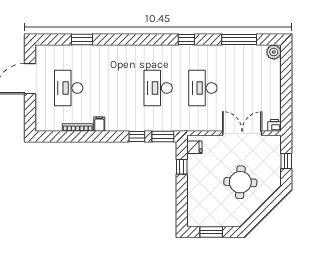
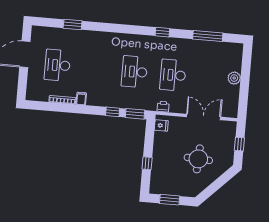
plant: (274, 52) -> (234, 78), moved
printer: (275, 125) -> (163, 107), moved
window: (182, 167) -> (147, 163), moved

